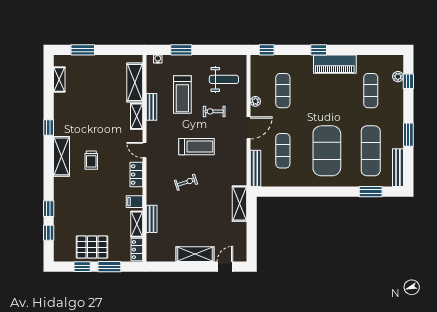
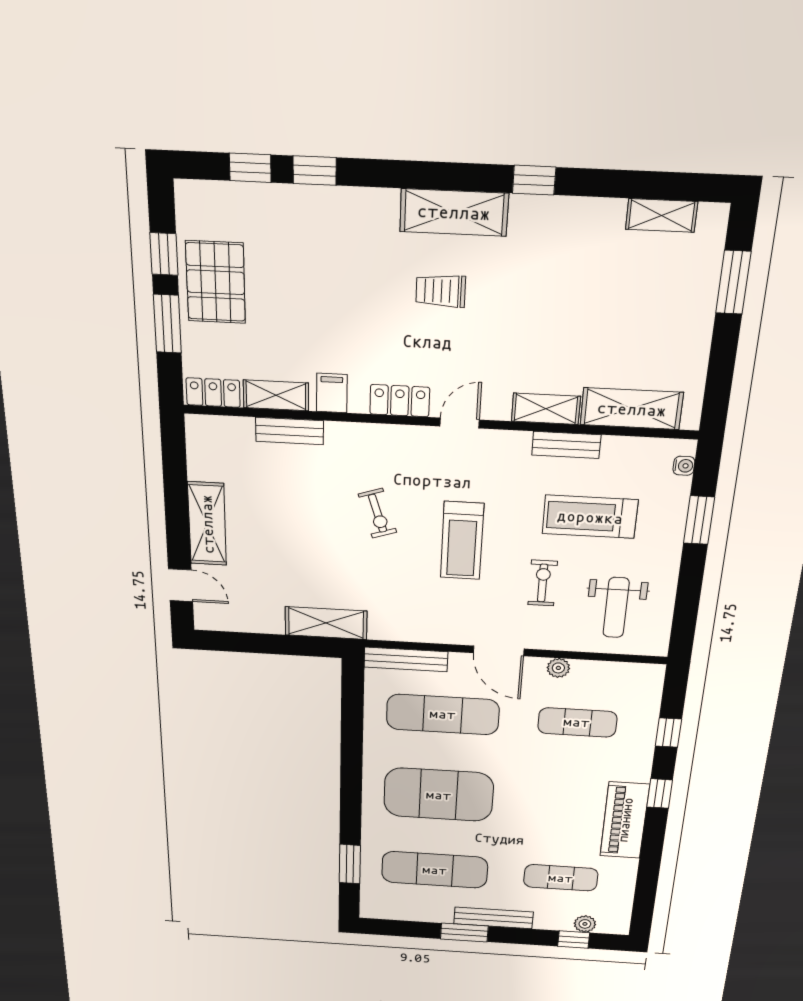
window: (267, 50) -> (668, 733), moved
exercise mat: (283, 151) -> (443, 714), width x1.36, depth x1.45
bench: (398, 168) -> (493, 918), moved

